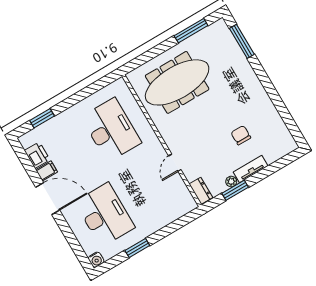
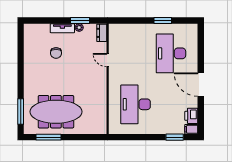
meeting table: (177, 82) -> (56, 112), moved
door: (175, 163) -> (108, 60), swing flipped
filing cabinet: (47, 171) -> (191, 129), moved
water cooler: (96, 260) -> (193, 28), removed

